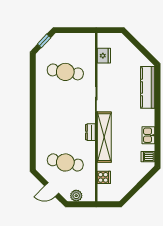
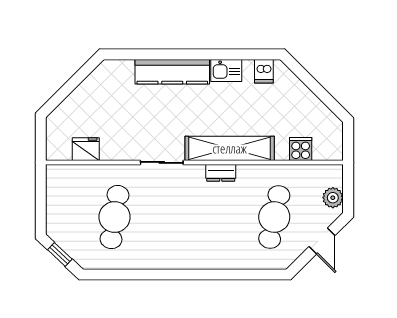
kitchen counter: (148, 87) -> (172, 72), moved

